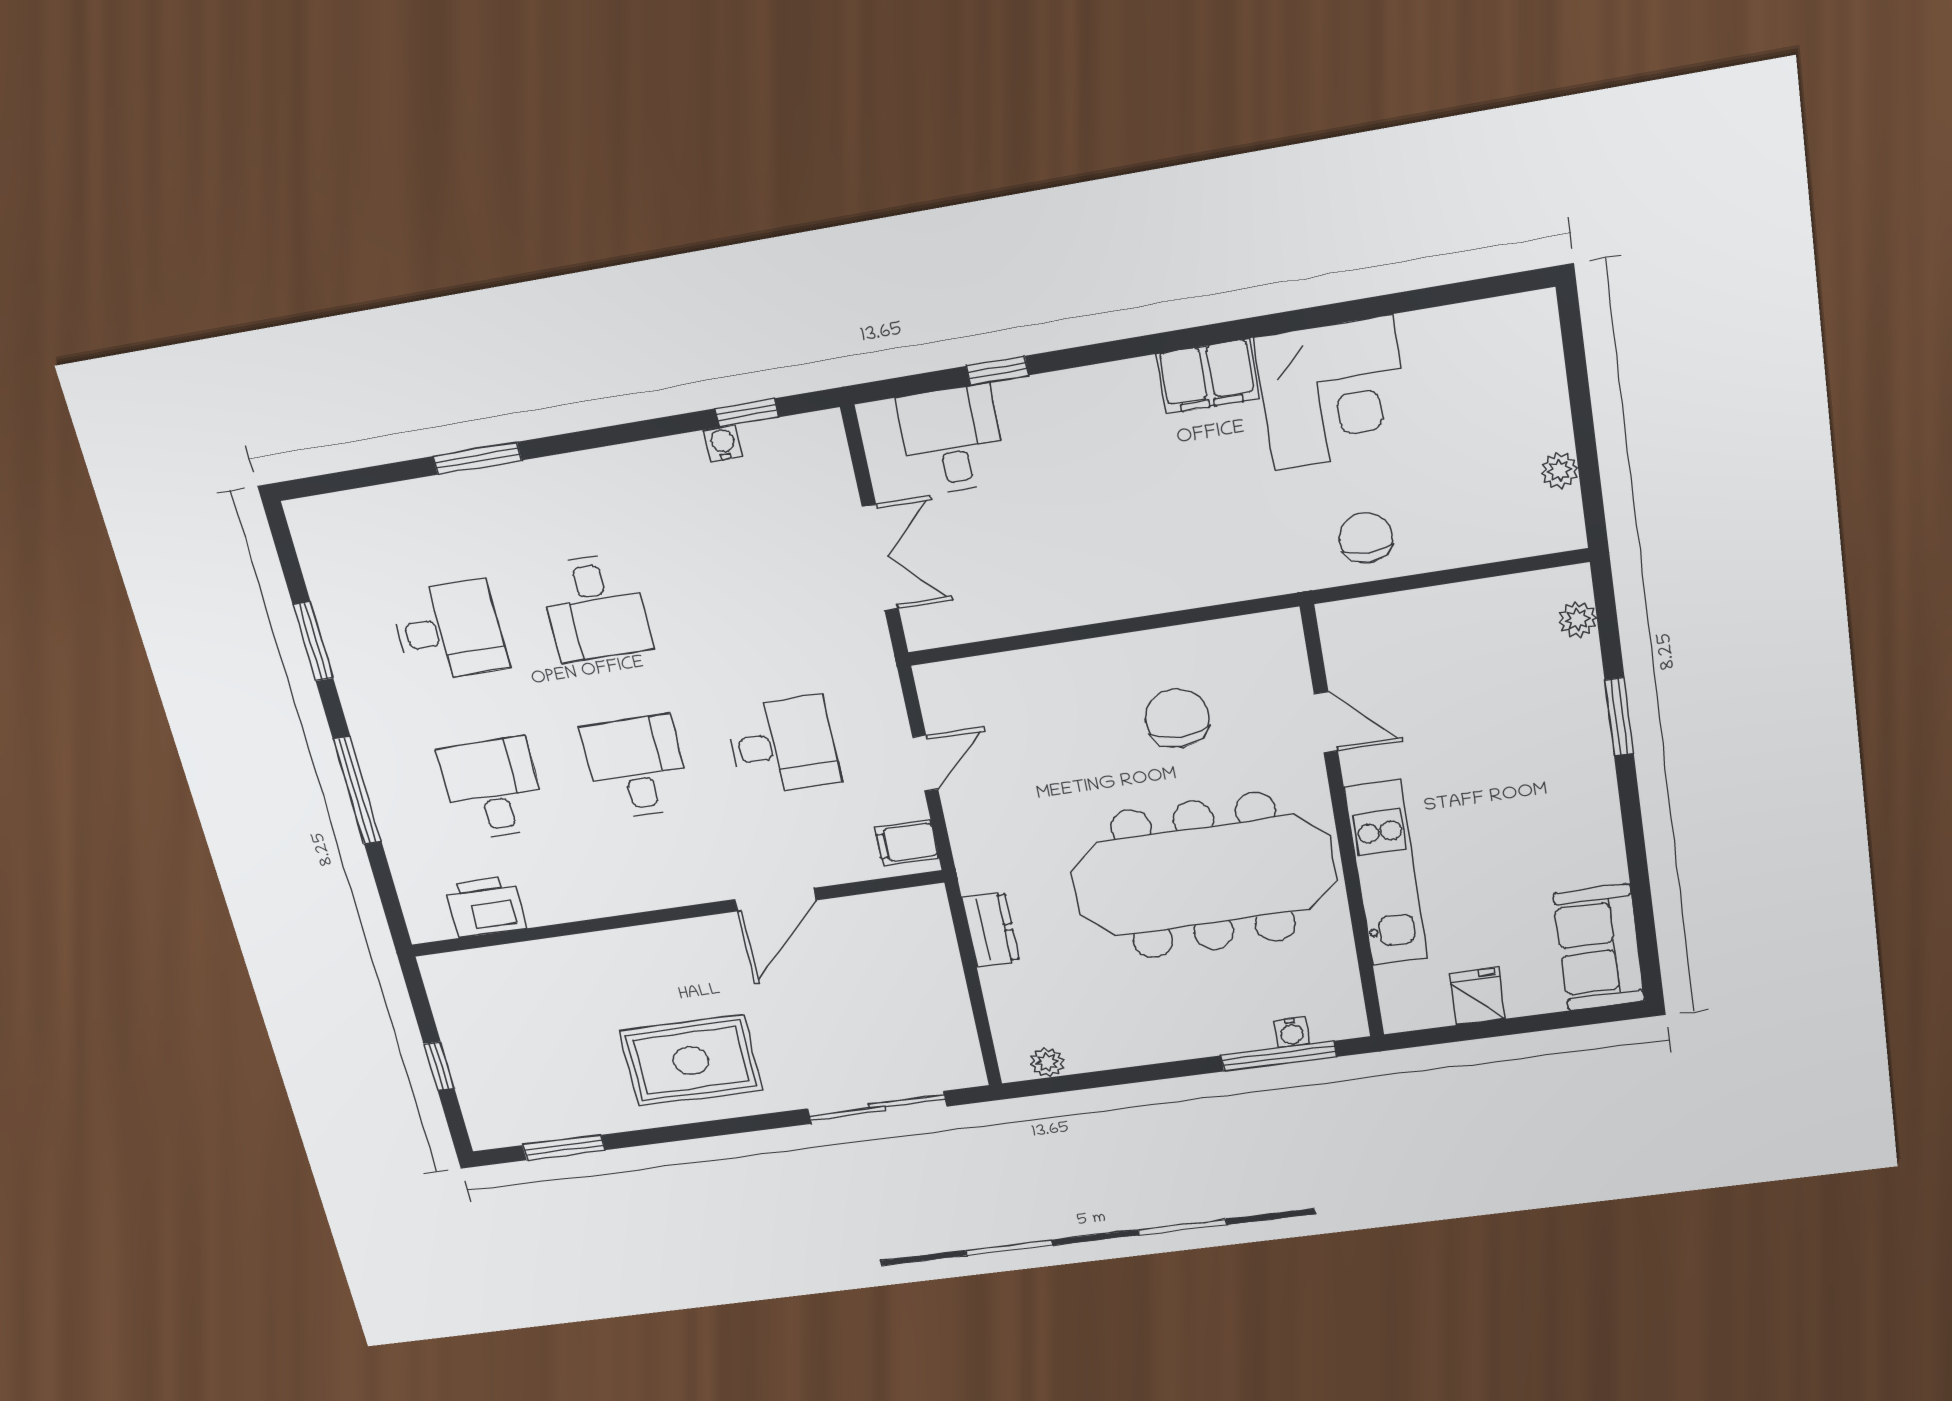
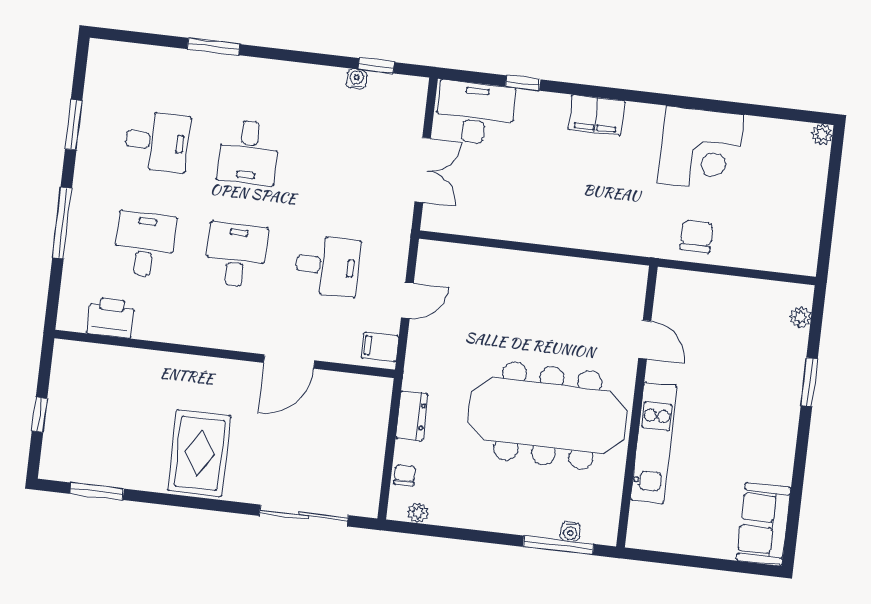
filing cabinet: (1207, 376) -> (596, 115), moved
desk: (952, 440) -> (475, 113), width x1.37
plant: (1559, 470) -> (822, 134), moved
chair: (1177, 718) -> (405, 475), moved, width x0.54, depth x0.54
fridge: (1477, 996) -> (686, 537), removed
rug: (691, 1061) -> (199, 453), turned 90

